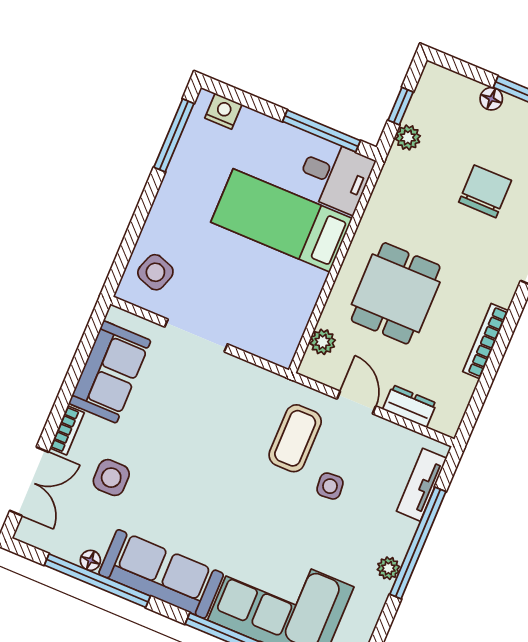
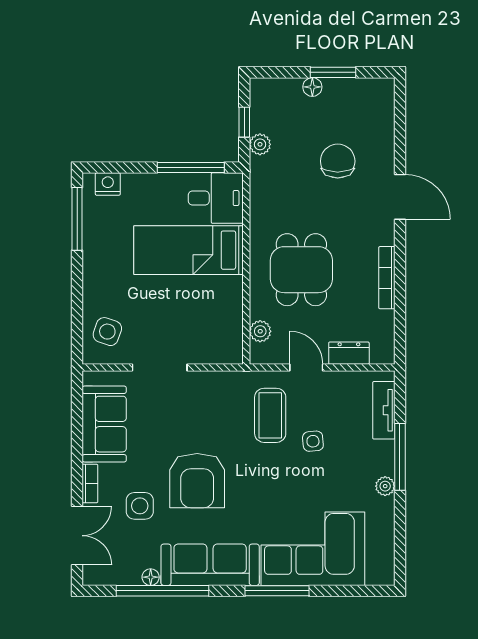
armchair: (185, 476) -> (197, 481), added
window: (418, 543) -> (400, 457), width x0.68

